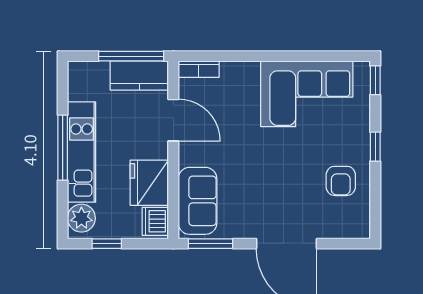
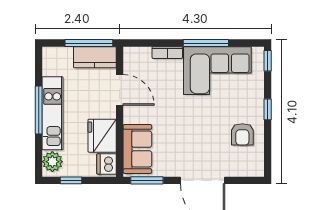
window: (291, 56) -> (206, 43), added
bookcase: (199, 69) -> (167, 53), moved

